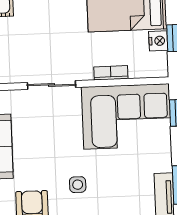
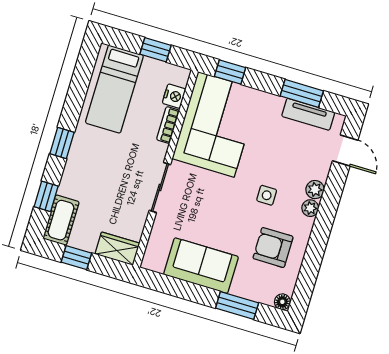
nightstand: (158, 41) -> (174, 96), moved, turned 90

